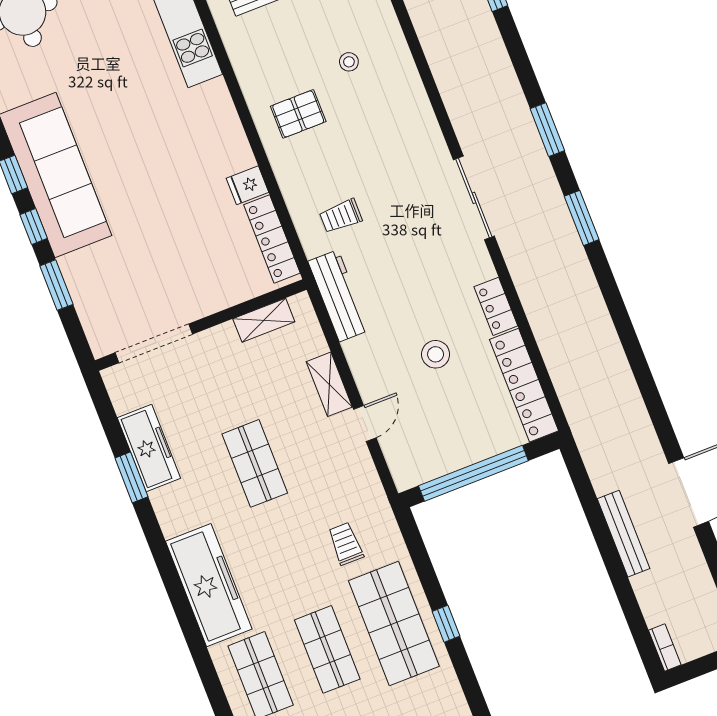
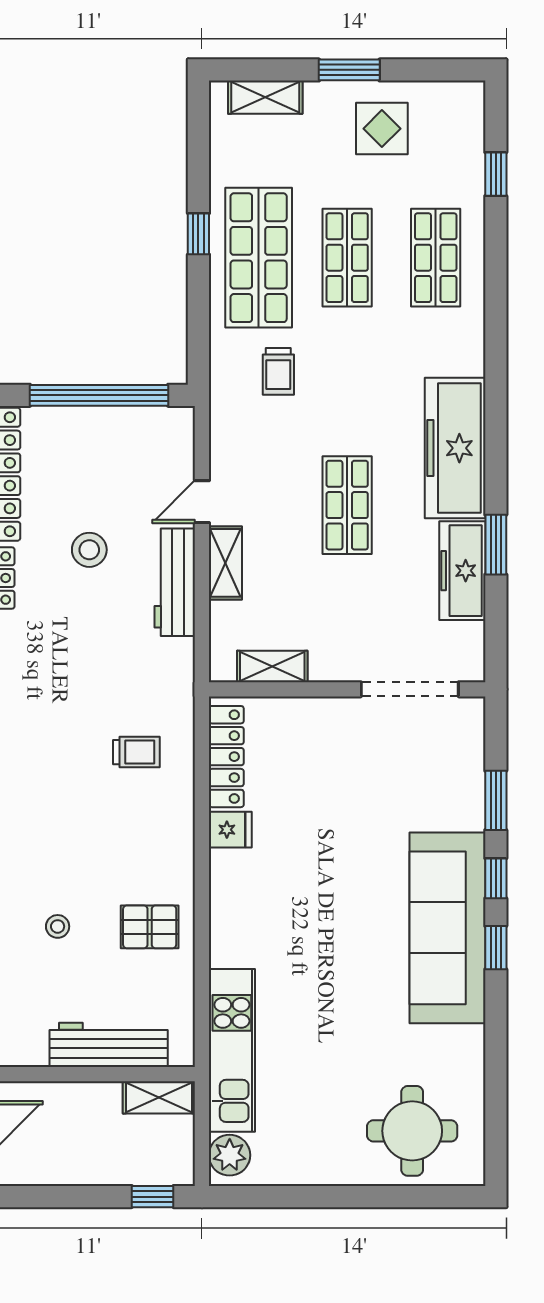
pallet: (298, 114) -> (150, 927), moved
workbench: (339, 296) -> (175, 582), moved
freezer: (209, 585) -> (455, 448), moved

